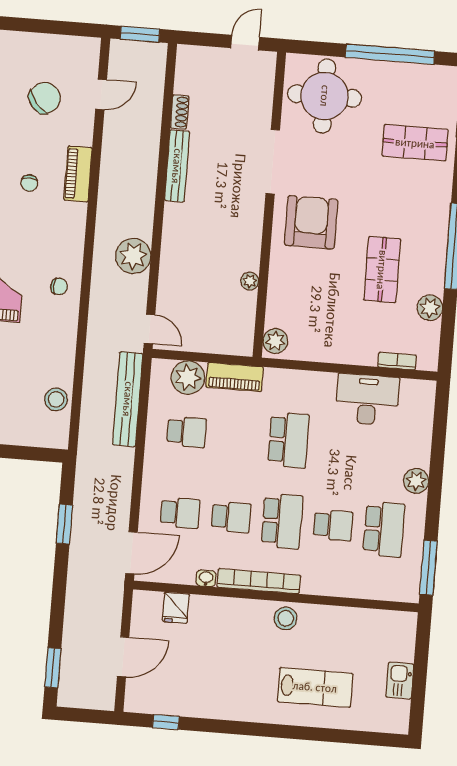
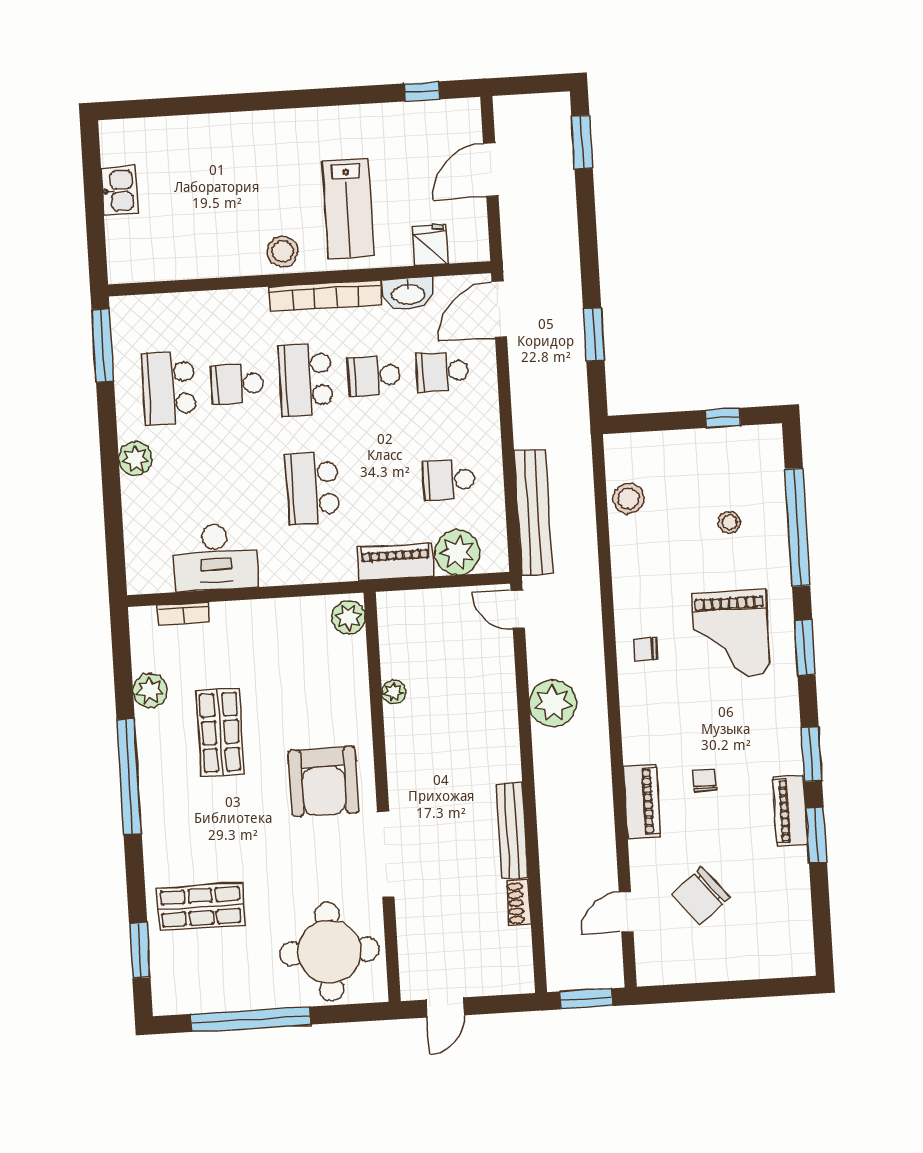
washbasin: (206, 578) -> (408, 294), width x1.91, depth x1.45
lab bench: (315, 687) -> (348, 208), moved, turned -90

